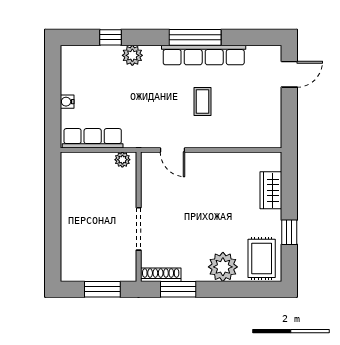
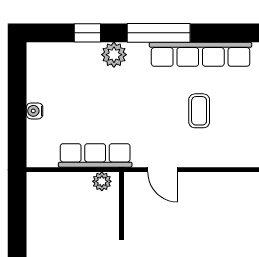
window: (195, 37) -> (159, 33), moved
row of seats: (93, 138) -> (95, 155), moved

